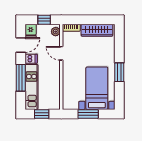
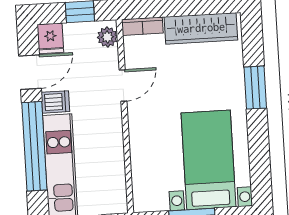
door: (61, 53) -> (123, 86), swing flipped
window: (119, 72) -> (255, 88), moved
window: (21, 78) -> (34, 146), width x1.46

